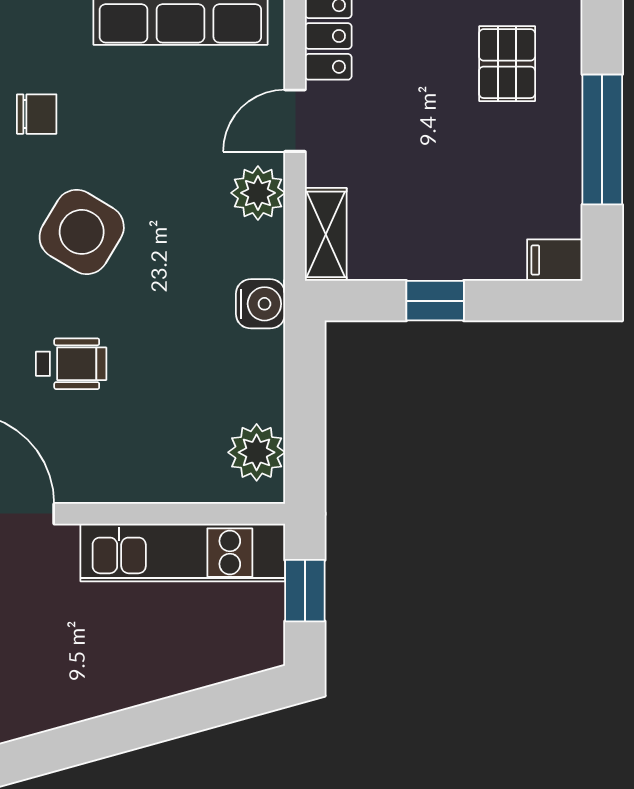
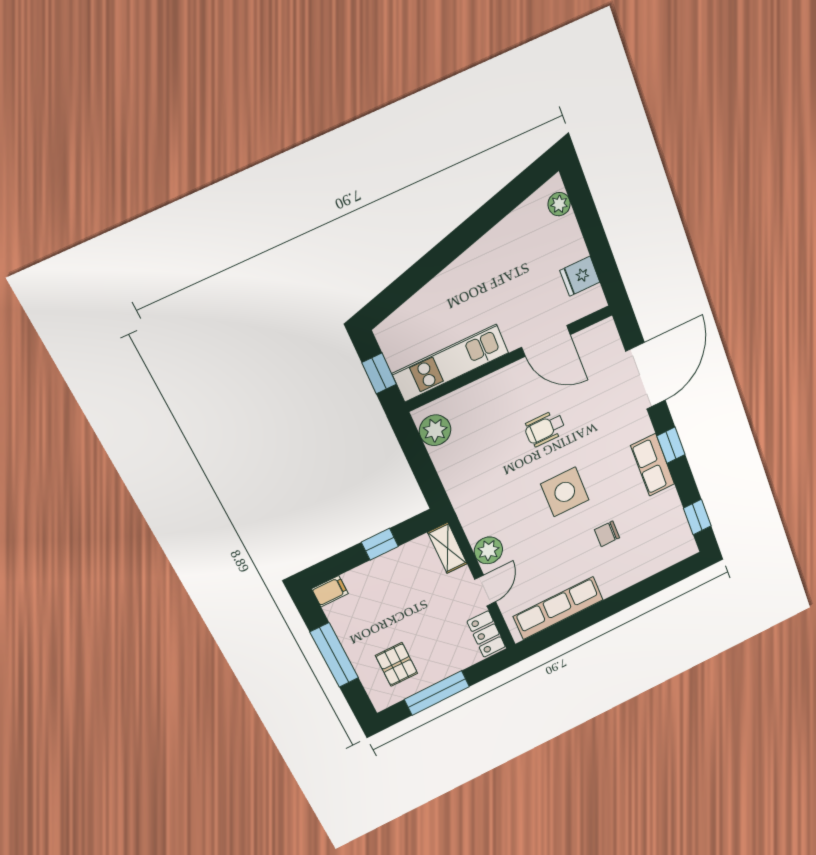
side table: (82, 232) -> (565, 492), turned -31
water cooler: (260, 304) -> (465, 501), removed

